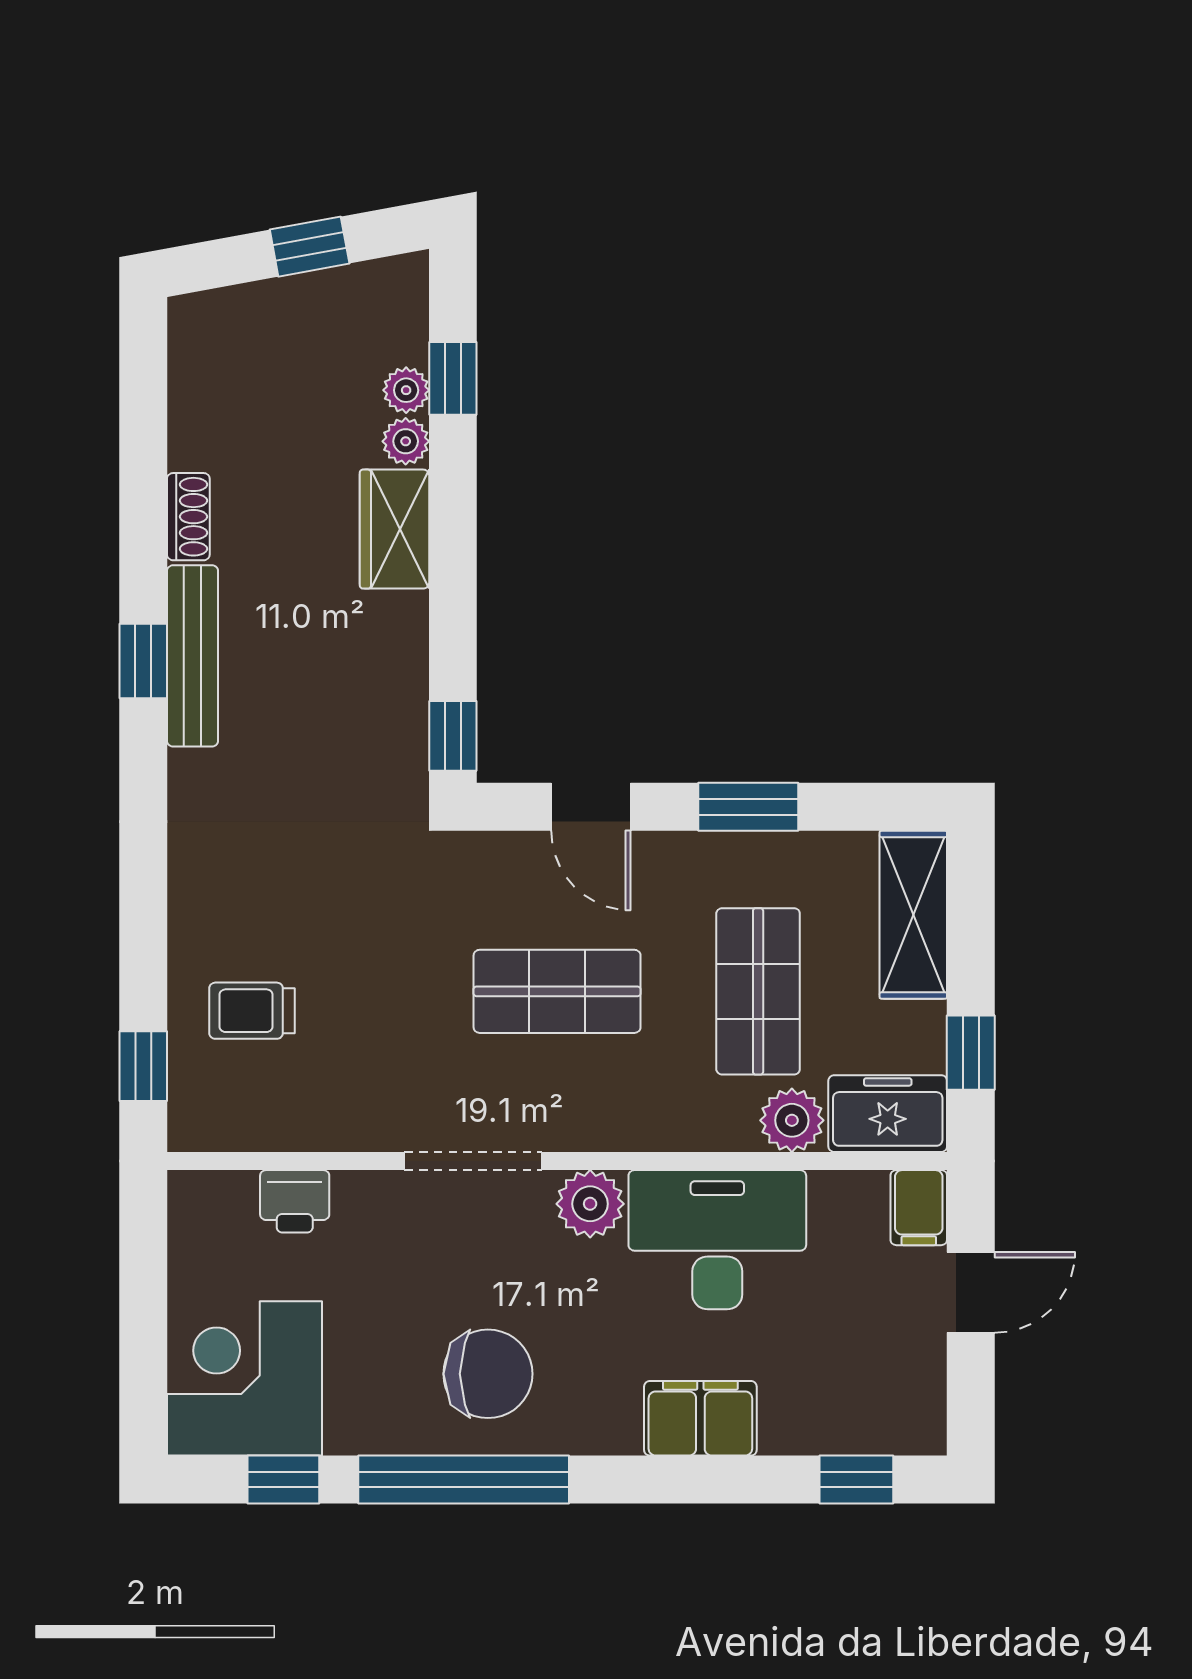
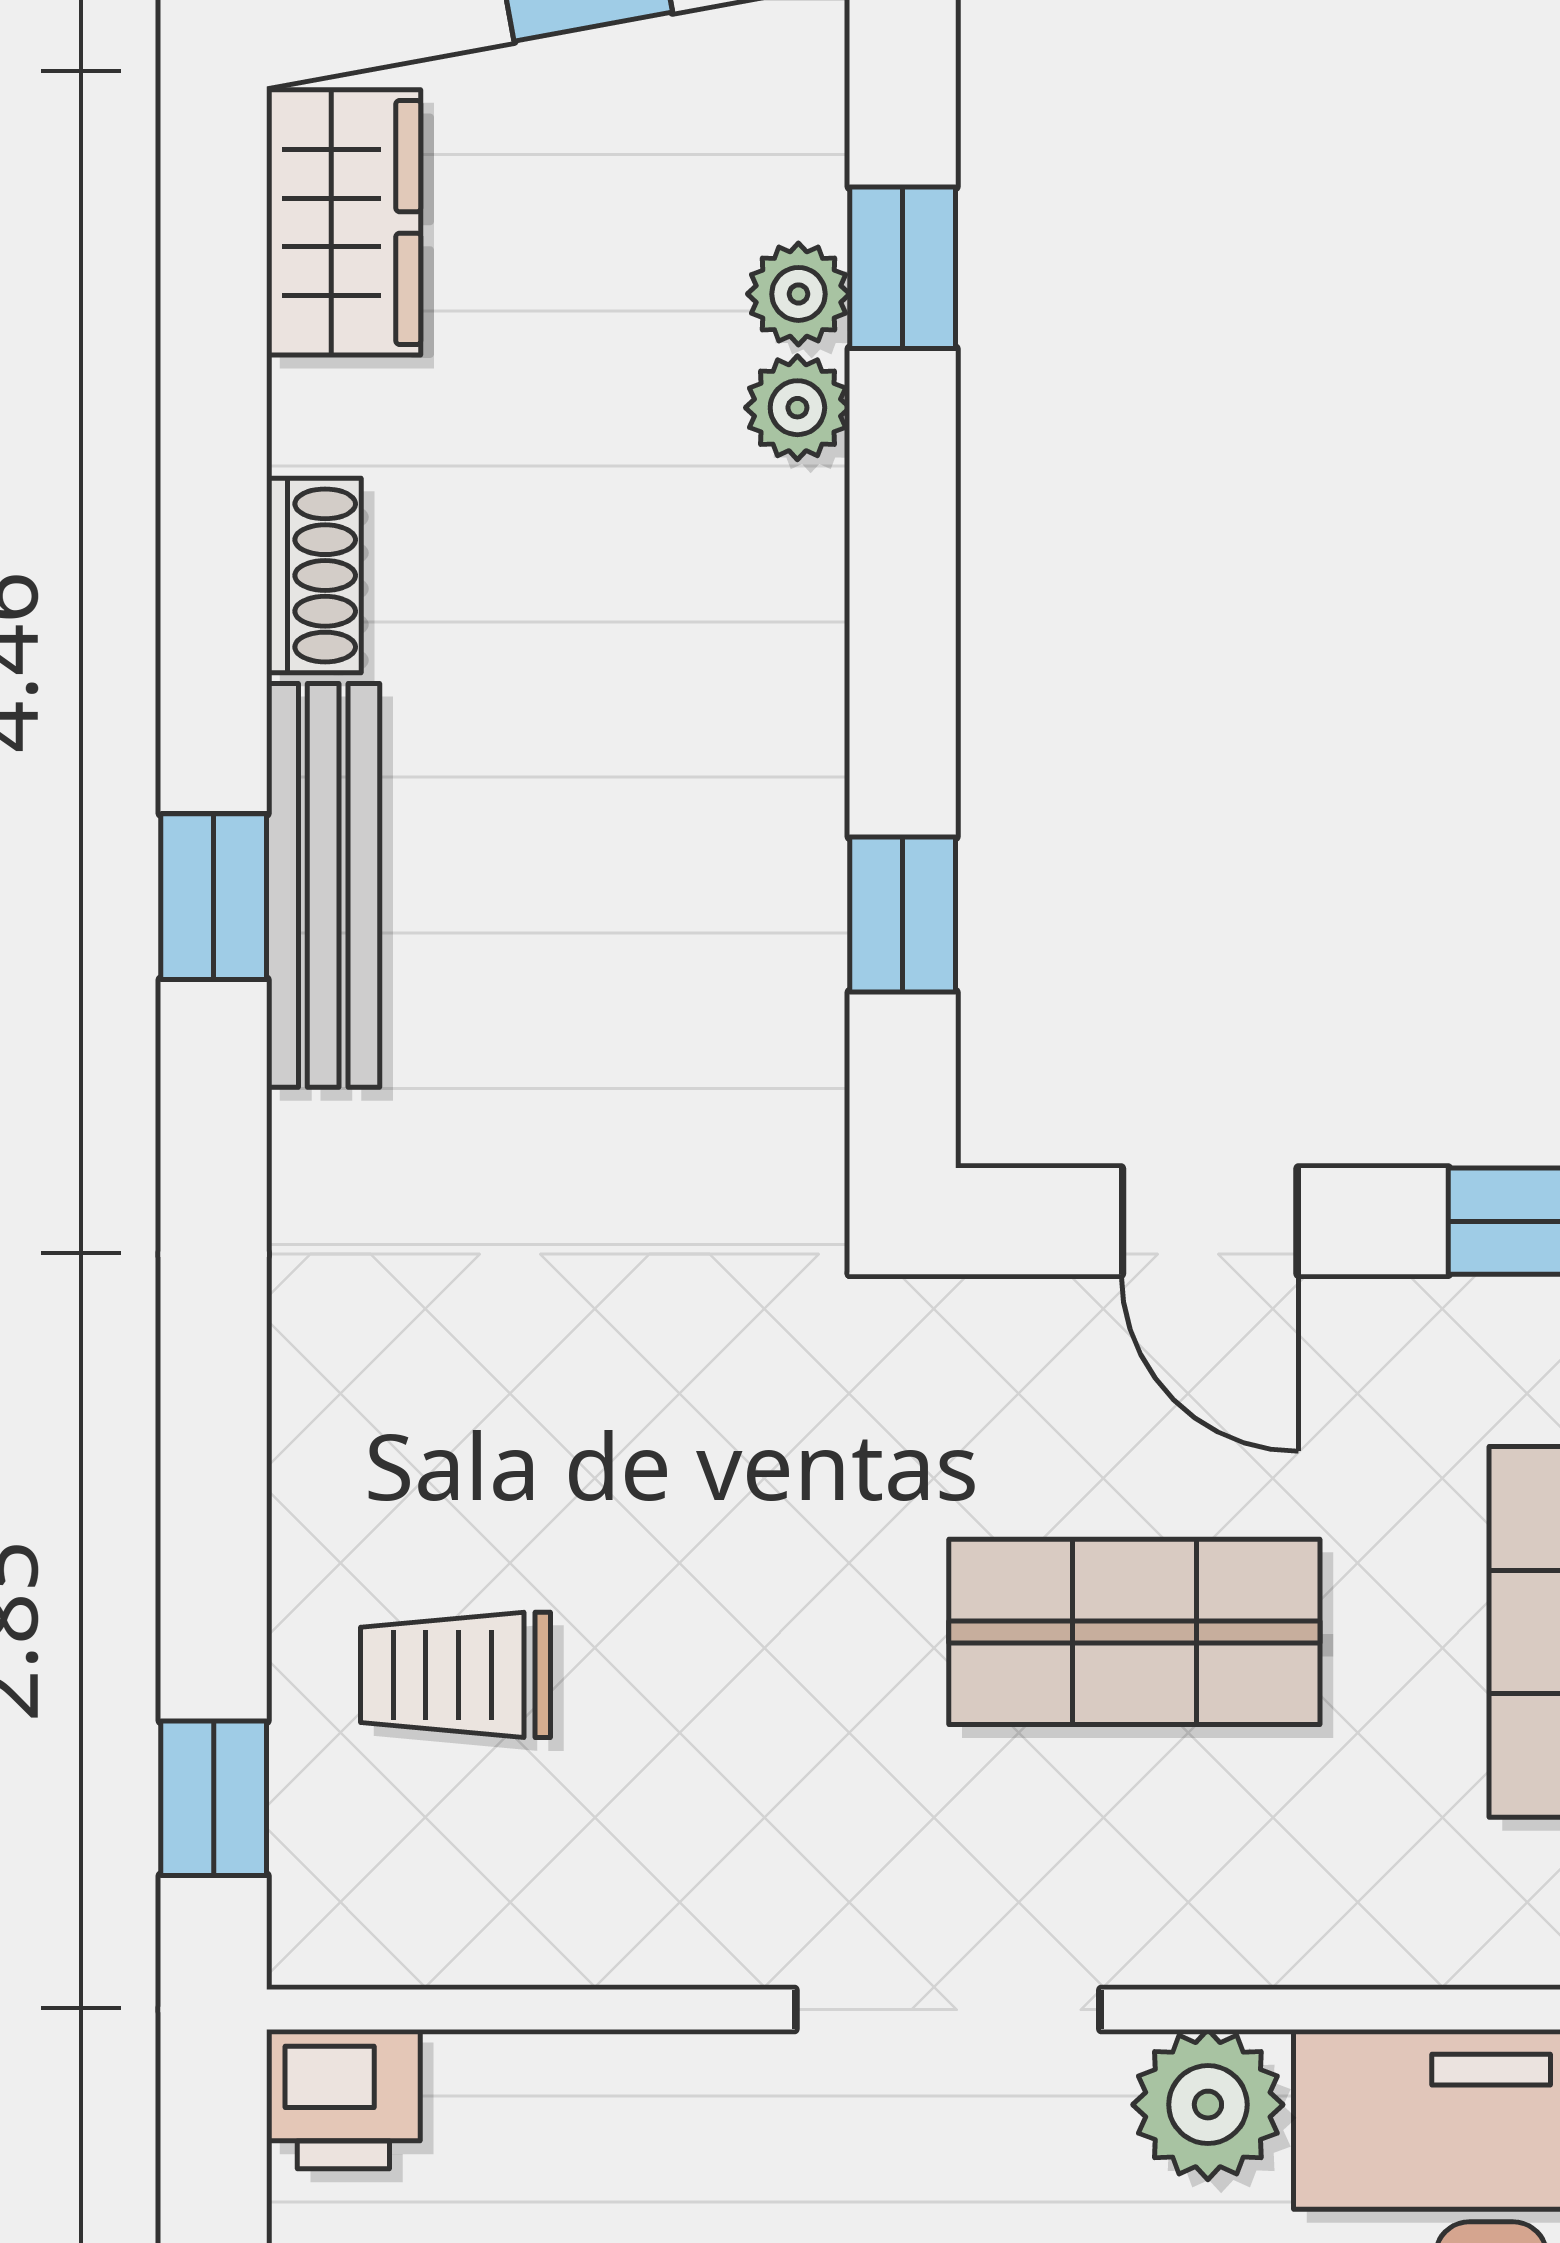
wardrobe: (394, 529) -> (344, 222), moved, turned 180
window: (453, 736) -> (903, 914), moved
printer: (295, 1201) -> (343, 2099), moved

